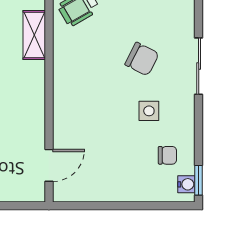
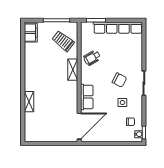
row of seats: (67, 98) -> (87, 97), added
door: (49, 165) -> (79, 126), width x1.88

